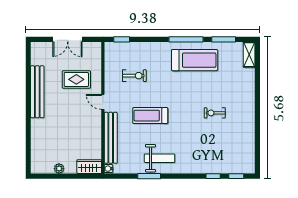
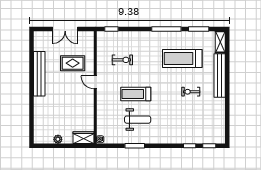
treadmill: (195, 60) -> (182, 58), moved, turned 180
bench: (111, 138) -> (220, 75), moved
weight bench: (160, 158) -> (138, 120), moved

